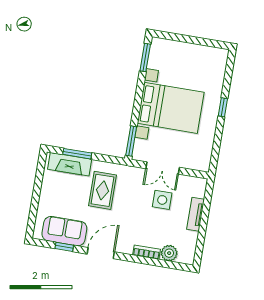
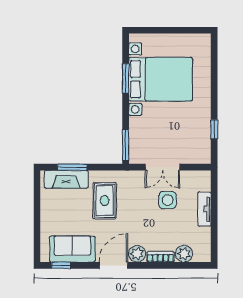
window: (145, 58) -> (126, 78), moved
window: (223, 107) -> (214, 129), moved
bed with nightstands: (171, 108) -> (160, 79), moved
plant: (125, 246) -> (137, 254), added
window: (64, 247) -> (61, 265), moved

